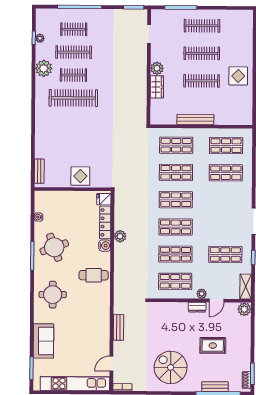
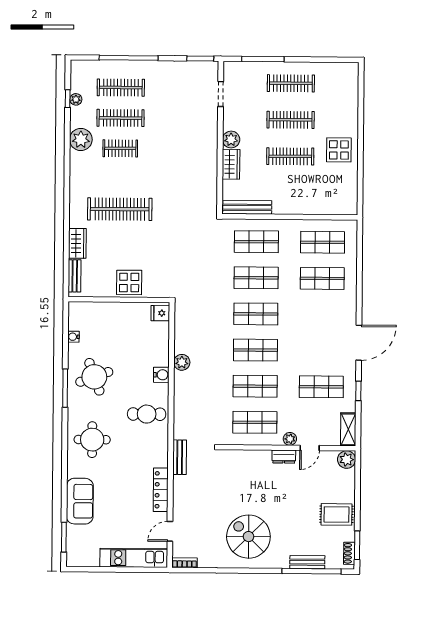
clothes rail: (74, 29) -> (121, 88), width x1.36
clothes rail: (73, 98) -> (120, 209), moved
bench: (195, 120) -> (247, 207), moved
wardrobe: (41, 147) -> (77, 243), added
locker: (105, 222) -> (161, 490), moved
bench: (118, 327) -> (180, 457), moved
rug: (213, 346) -> (337, 514), moved
kitchen unit: (75, 384) -> (134, 558), width x0.73

